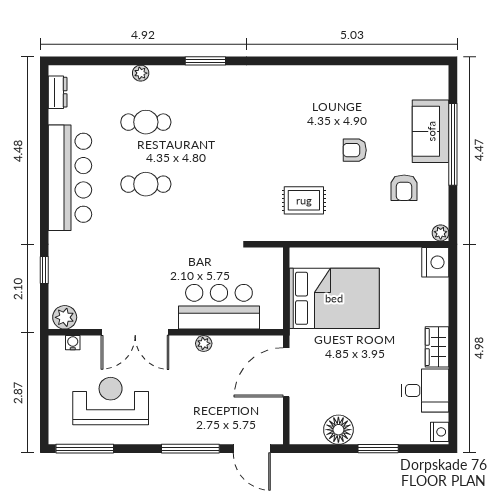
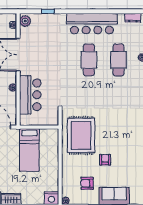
cafe table: (146, 122) -> (118, 60), width x1.37, depth x1.35
cafe table: (146, 184) -> (89, 60), width x1.37, depth x1.35
rug: (304, 200) -> (81, 135), width x1.86, depth x2.06
bed: (334, 298) -> (29, 150), width x0.67

